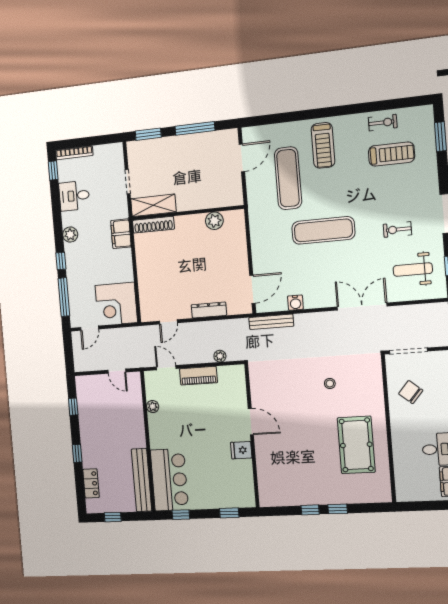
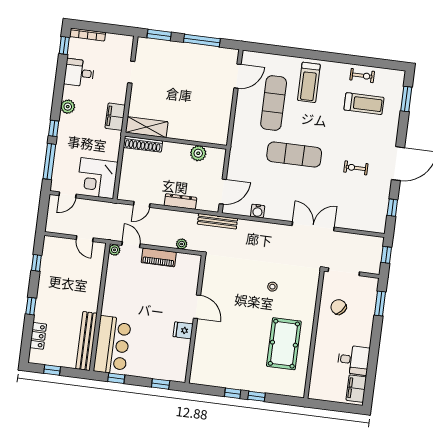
shelving: (153, 205) -> (147, 127), moved
wall: (187, 213) -> (176, 141), moved
plant: (214, 221) -> (198, 153), moved
shoe rack: (153, 225) -> (143, 144), moved
weight bench: (413, 270) -> (362, 204), removed
bench: (271, 322) -> (217, 221), moved
plant: (153, 407) -> (114, 250), moved

